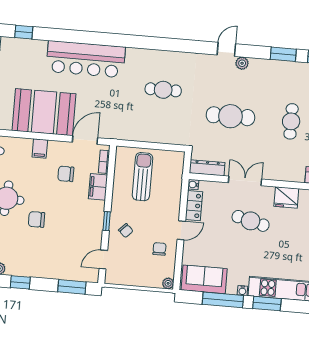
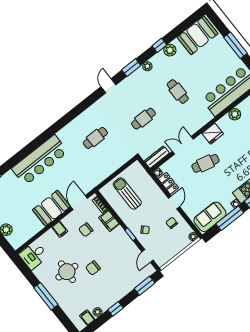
window: (283, 54) -> (131, 68), moved
plant: (242, 63) -> (147, 66), moved
booth: (44, 112) -> (51, 208), width x0.73, depth x0.70
cafe table: (230, 116) -> (143, 119), width x0.73, depth x0.74

